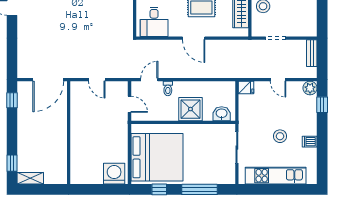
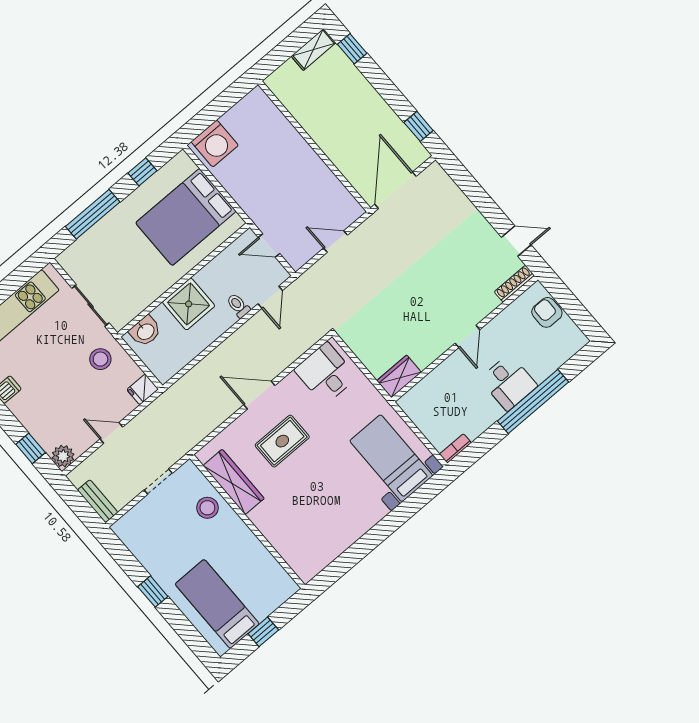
stool: (280, 136) -> (100, 359), moved
bed: (157, 157) -> (186, 217), width x0.73

